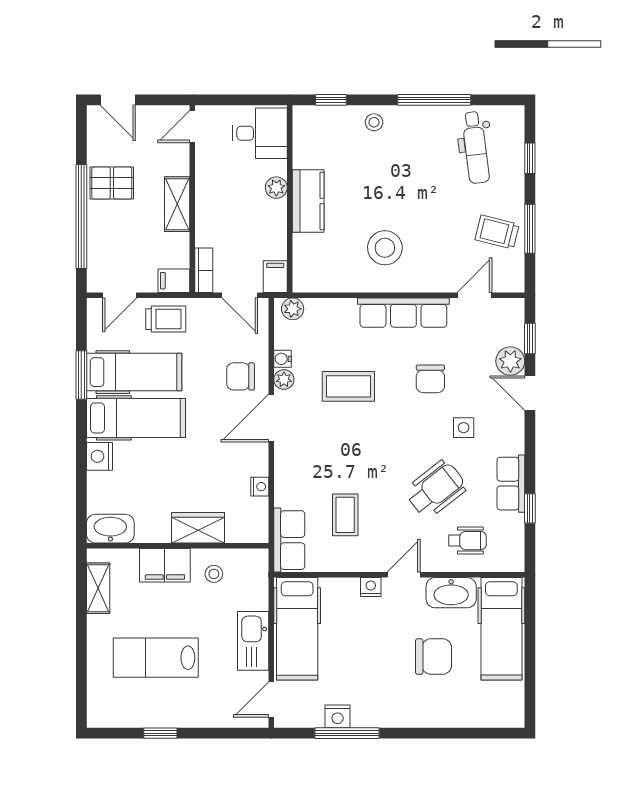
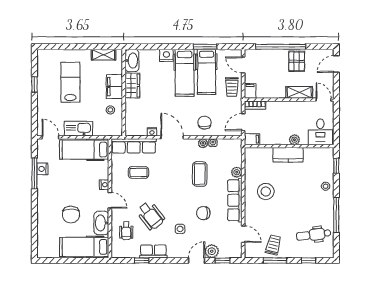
shelving: (177, 204) -> (299, 92), moved
plant: (293, 309) -> (237, 172), moved
door: (271, 418) -> (172, 137), moved
wardrobe: (198, 528) -> (132, 85), moved
row of seats: (289, 540) -> (134, 146), width x1.48

